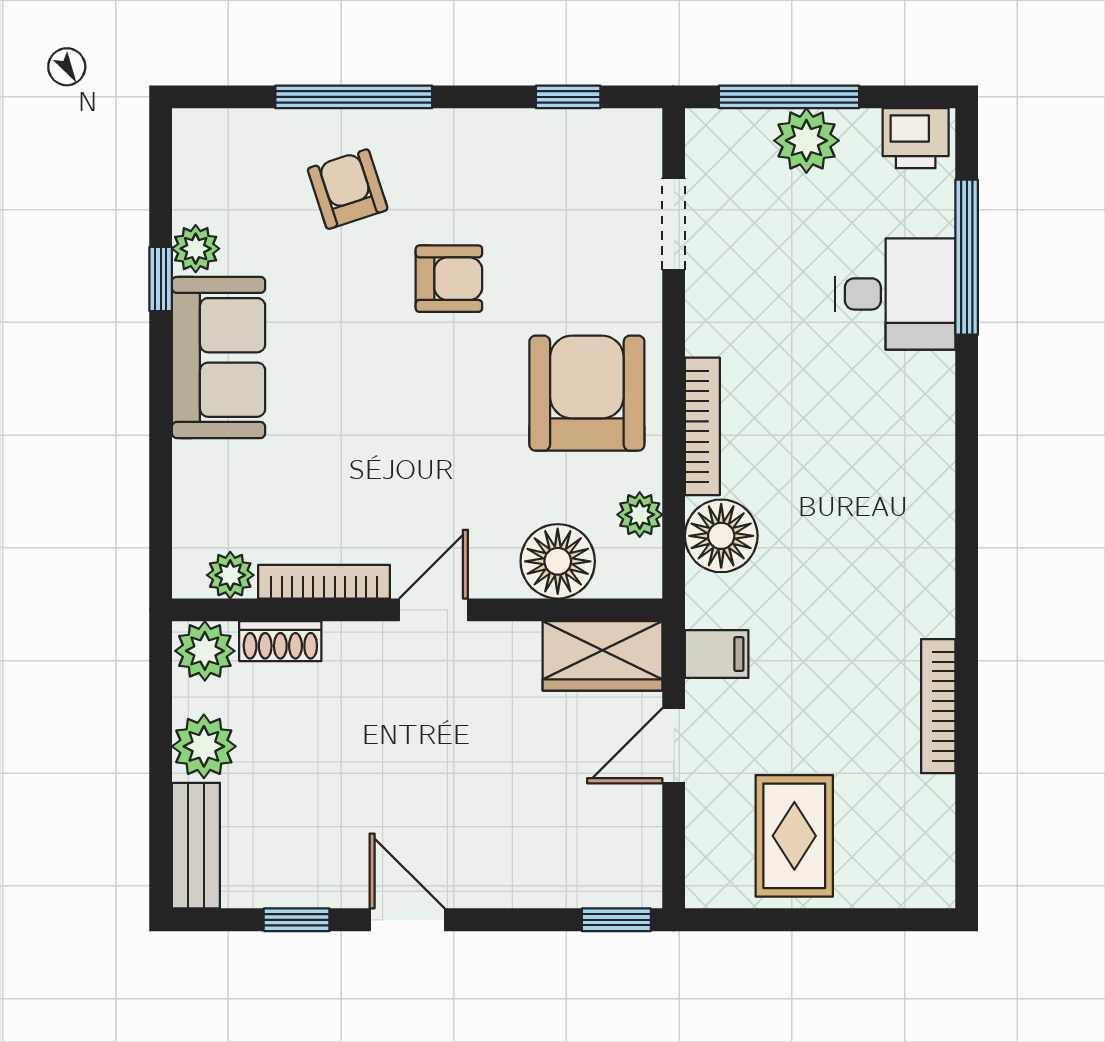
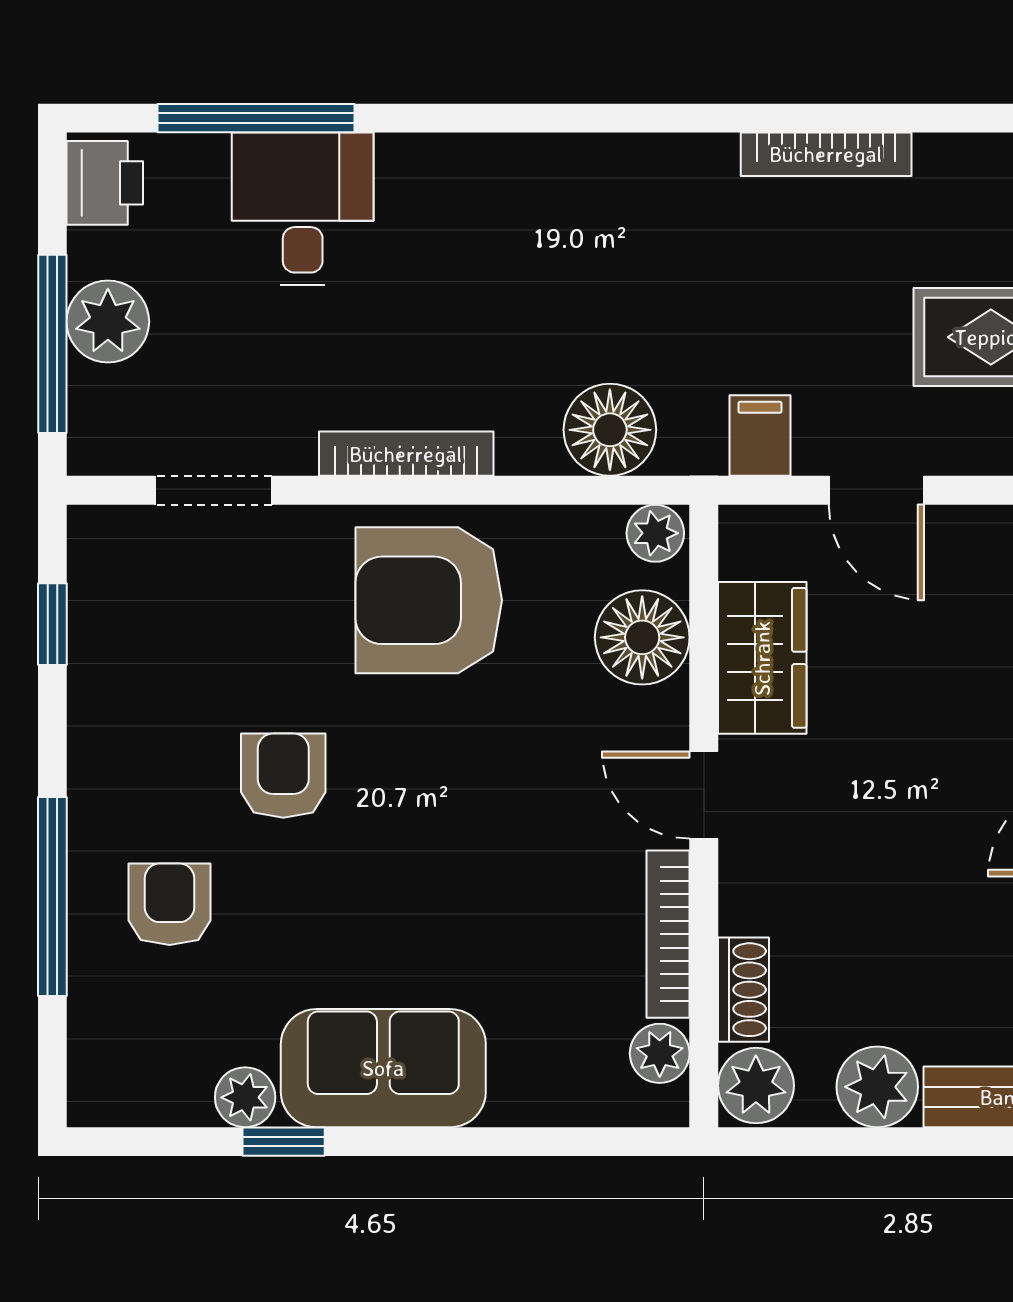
armchair: (348, 189) -> (170, 904), turned 108
bookcase: (702, 426) -> (406, 454), moved
plant: (640, 515) -> (655, 533), moved
wardrobe: (602, 656) -> (762, 658), moved

